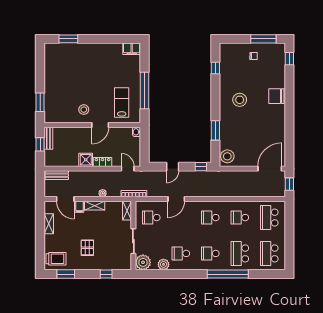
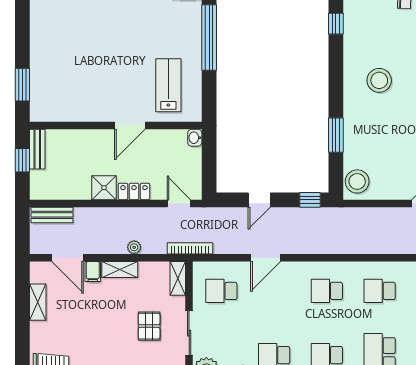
window: (144, 91) -> (209, 38), moved
stool: (84, 110) -> (101, 98), removed
pallet: (87, 248) -> (149, 326), moved

